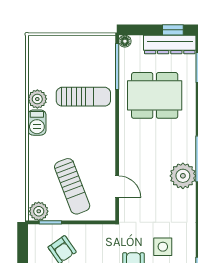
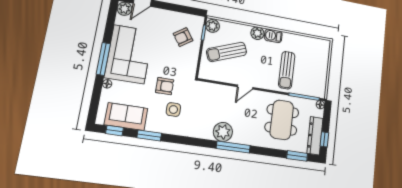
plant: (37, 99) -> (257, 33), moved
door: (117, 187) -> (245, 87), moved

